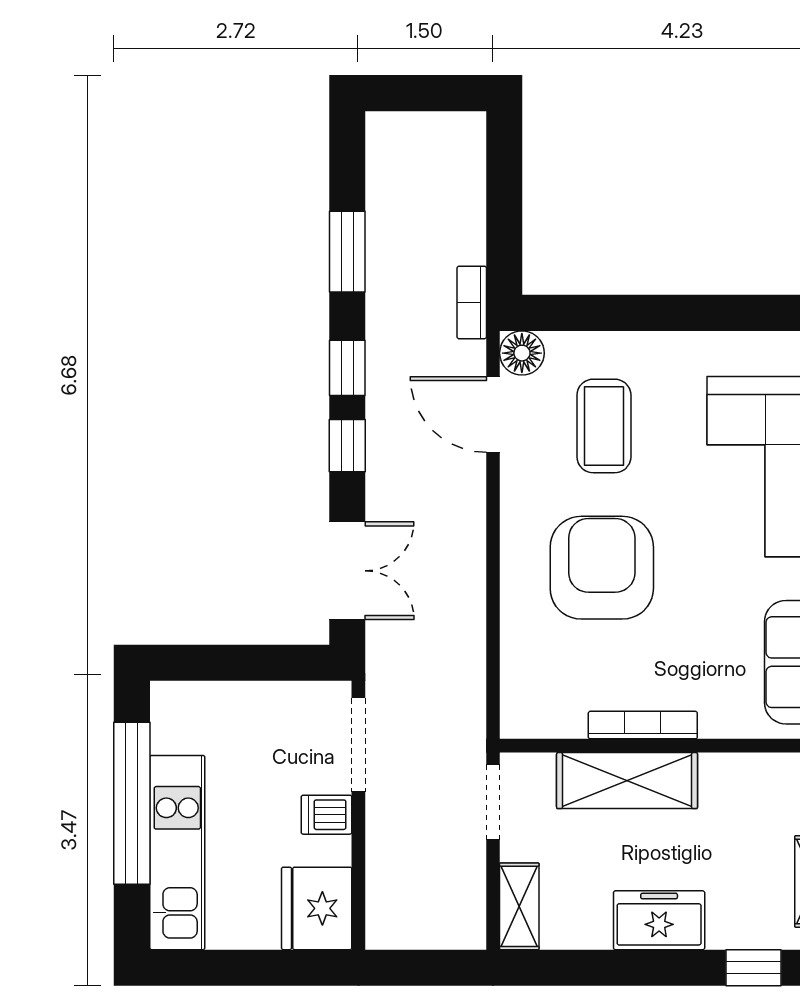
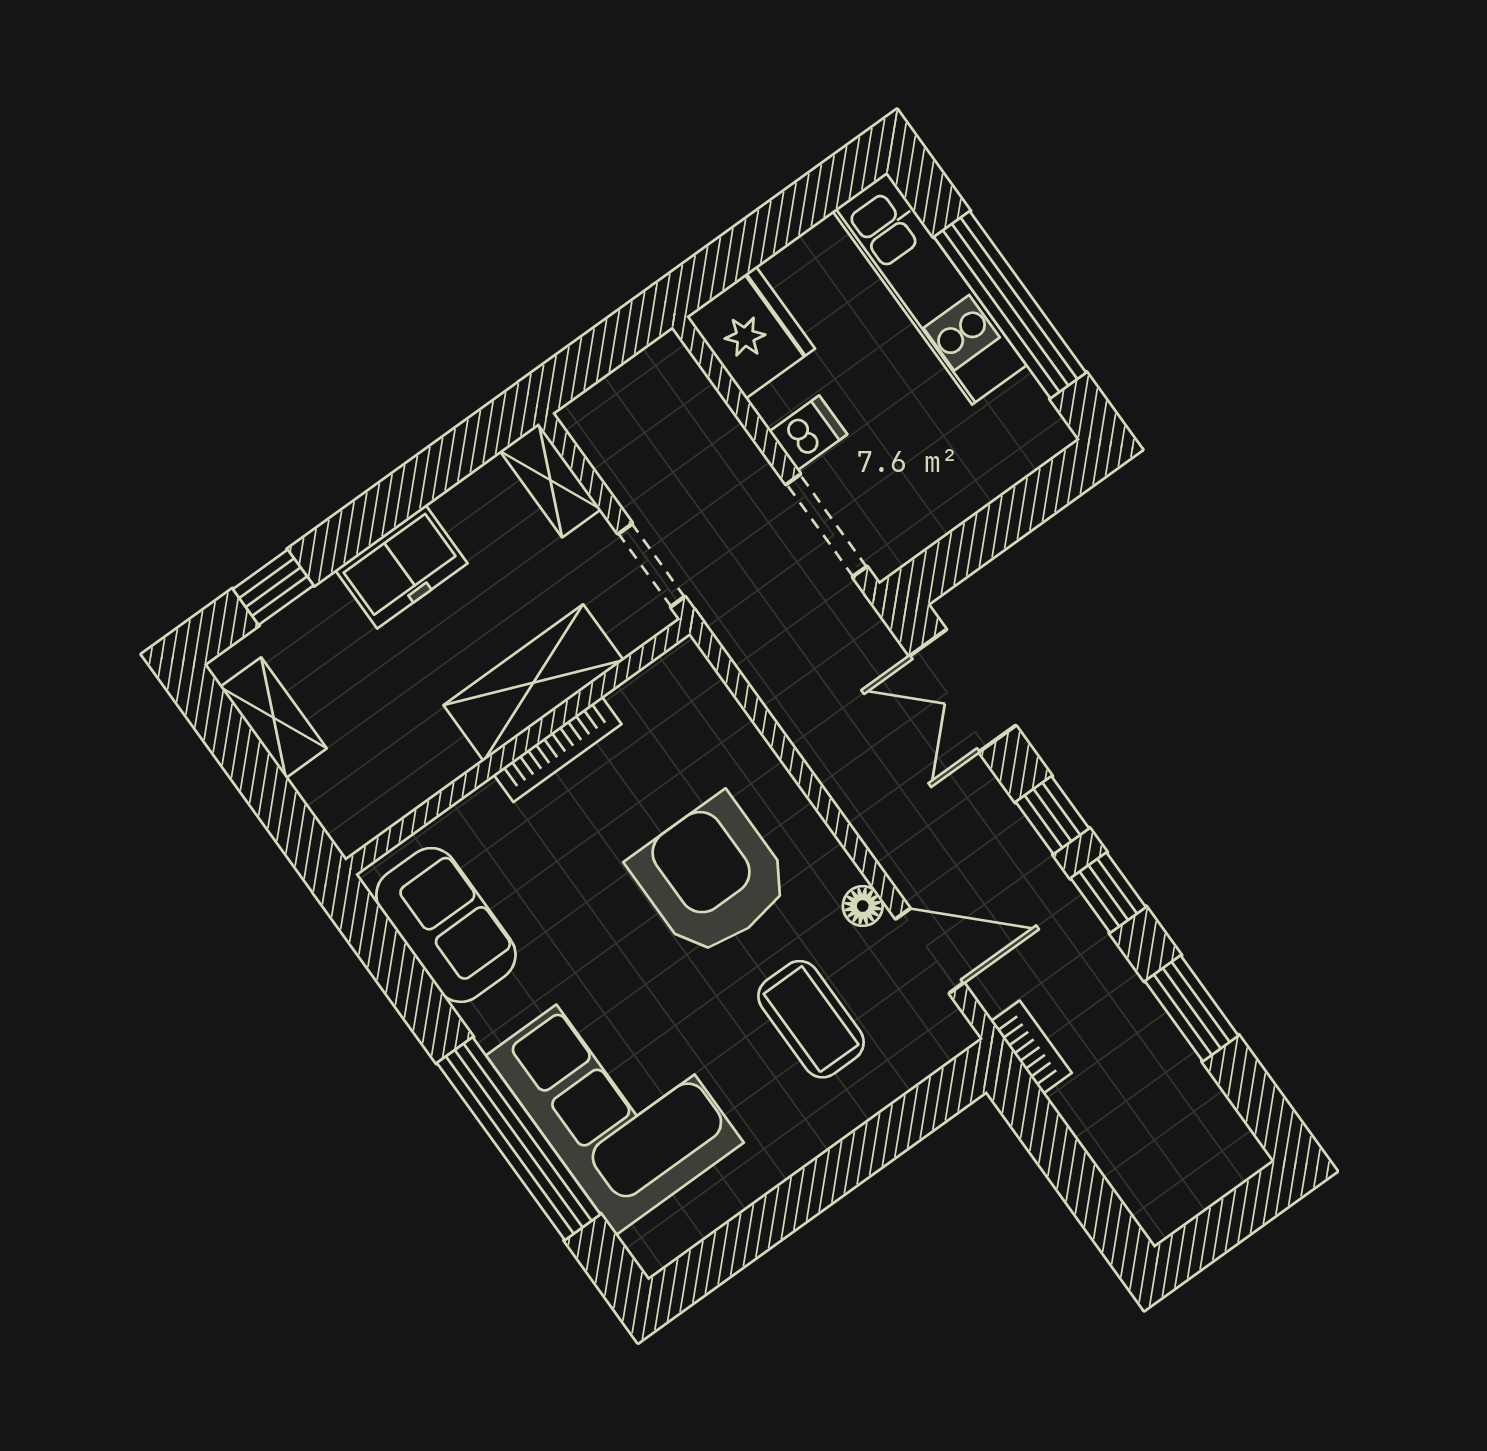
floor lamp: (522, 353) -> (863, 906), moved, width x0.73, depth x0.73
armchair: (602, 568) -> (711, 876), turned 180

